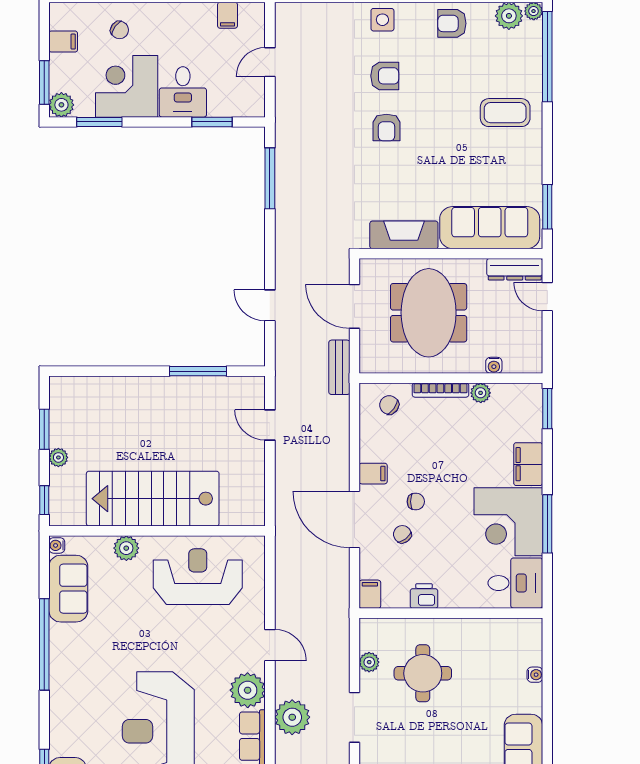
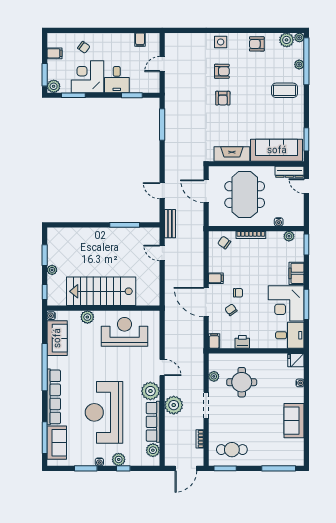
plant: (533, 63) -> (299, 64), added
bench: (339, 367) -> (170, 224), moved
plant: (481, 393) -> (289, 236), moved
fridge: (527, 631) -> (296, 360), added
row of seats: (62, 702) -> (54, 397), added

